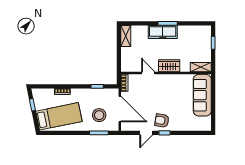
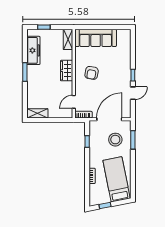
freezer: (163, 32) -> (33, 50), moved
door: (148, 73) -> (74, 102), moved
armchair: (162, 121) -> (92, 73), moved
door: (146, 133) -> (133, 93), hinge flipped

